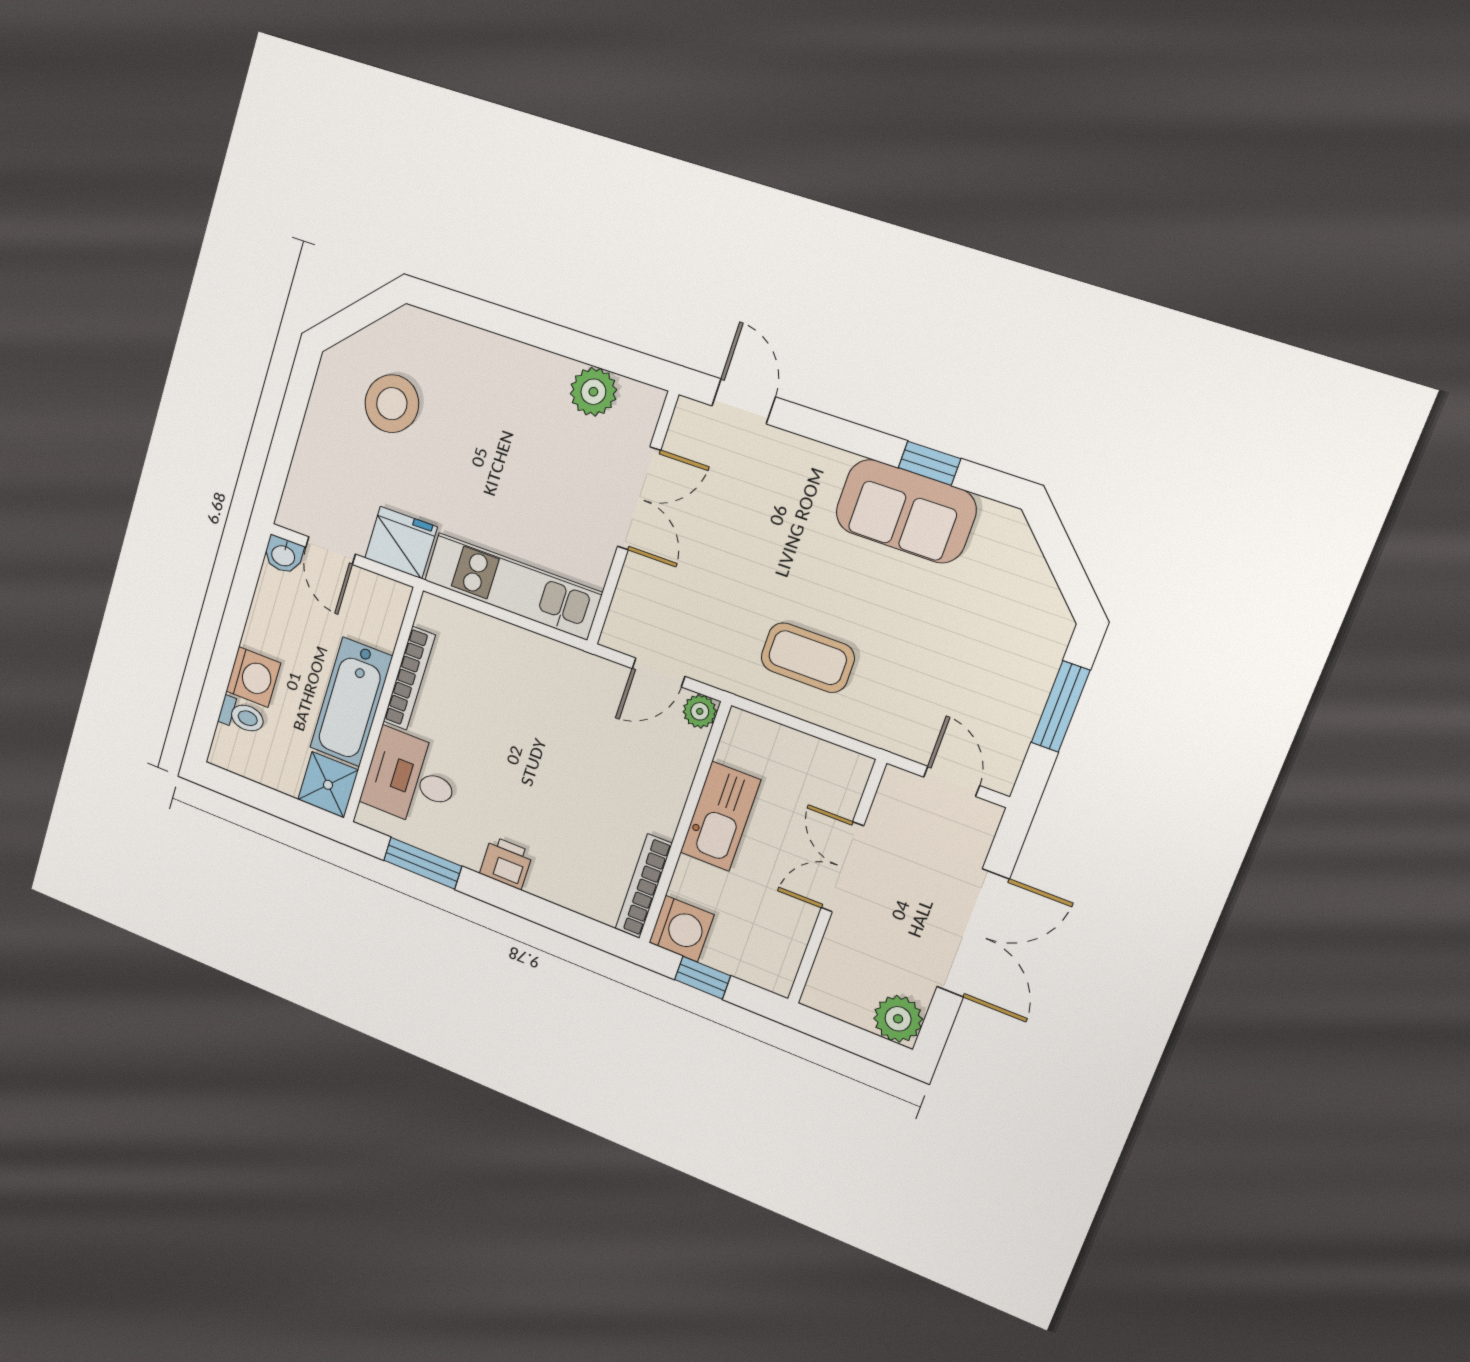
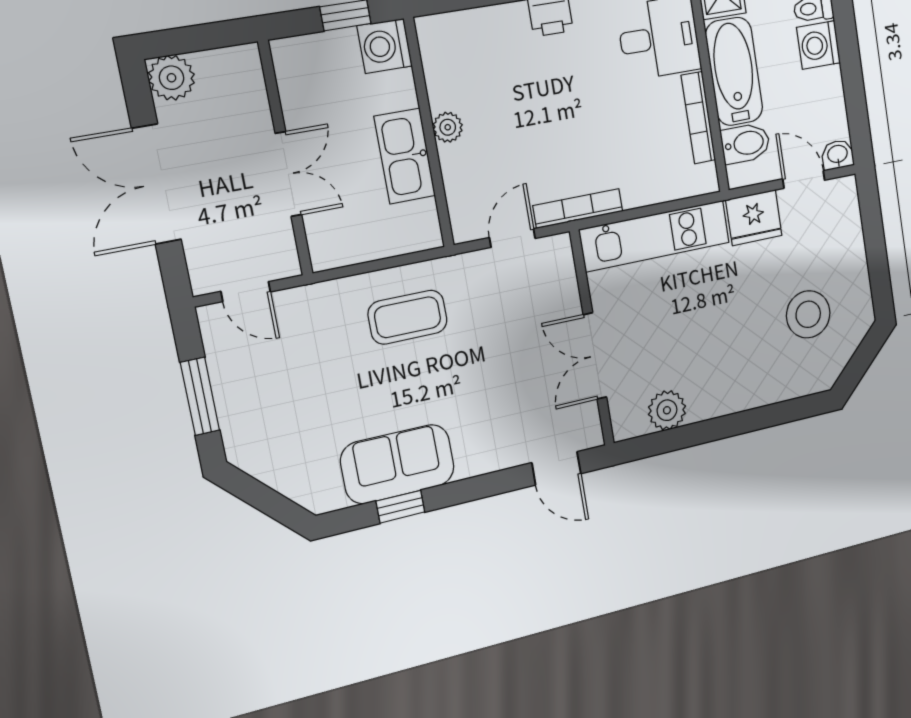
bidet: (374, 624) -> (745, 143), added
plant: (700, 711) -> (448, 127), moved
bookcase: (644, 886) -> (578, 209), moved, turned -90

